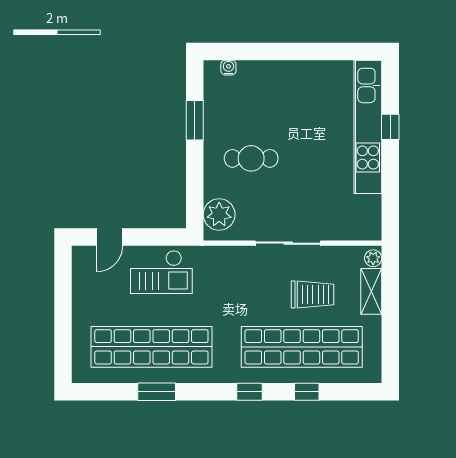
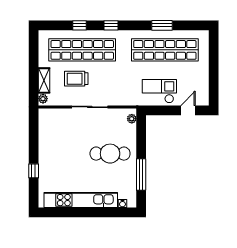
window: (195, 120) -> (141, 174), width x1.44
kitchen unit: (368, 127) -> (81, 200), moved, turned -90
cafe table: (251, 158) -> (110, 154), width x1.37, depth x1.35
plant: (219, 214) -> (132, 119), width x0.53, depth x0.53

